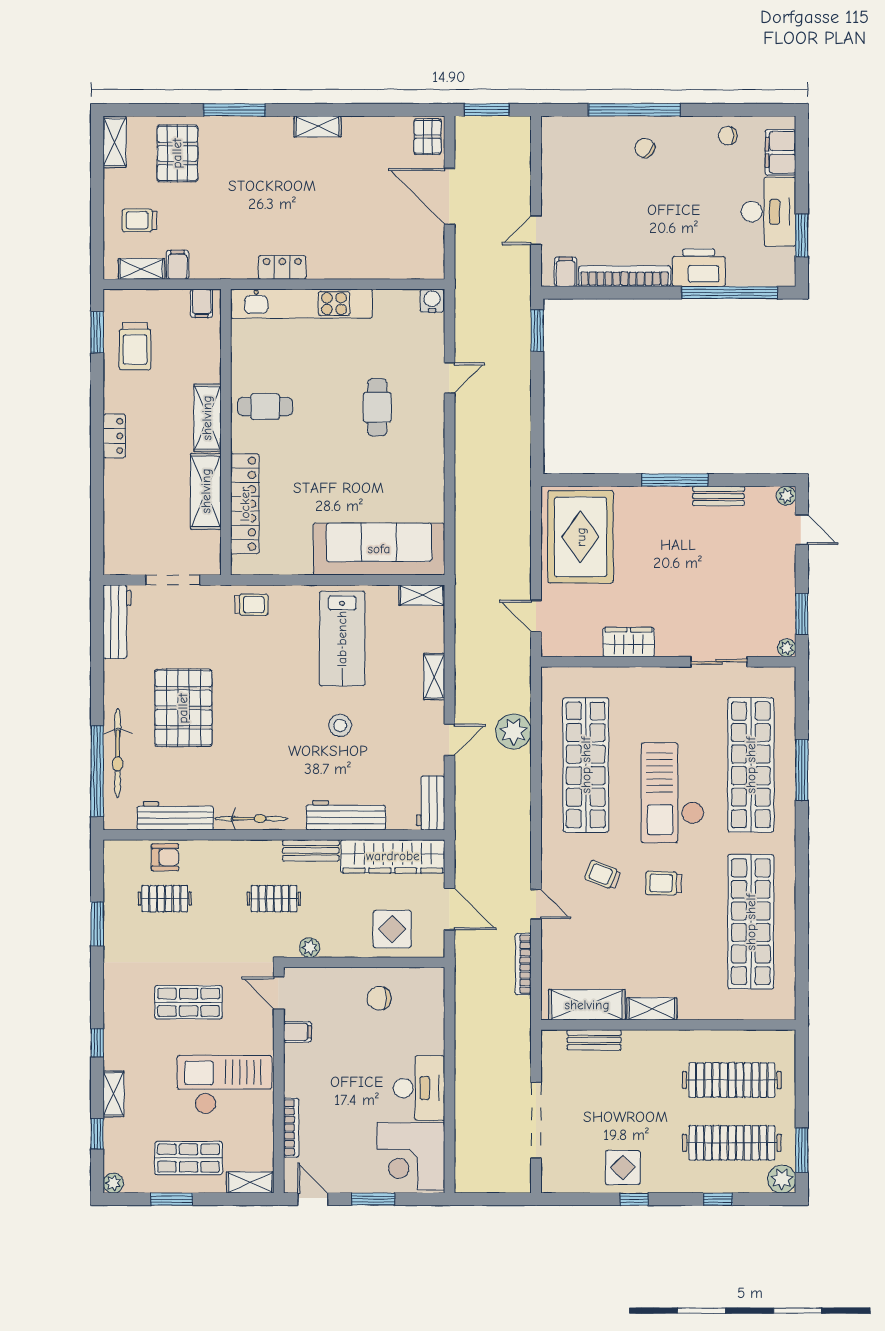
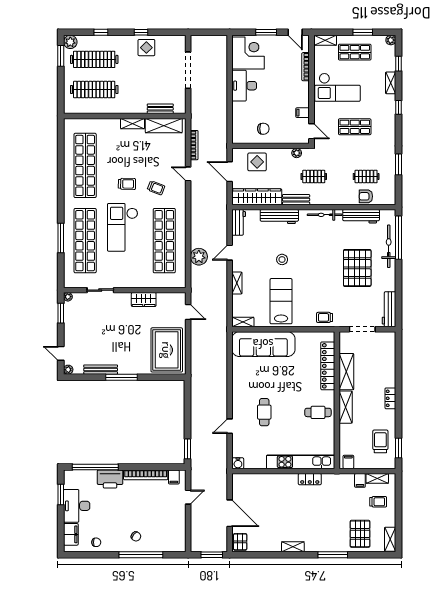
bench: (718, 496) -> (101, 370), width x1.36
checkout: (673, 793) -> (123, 227), turned 180

